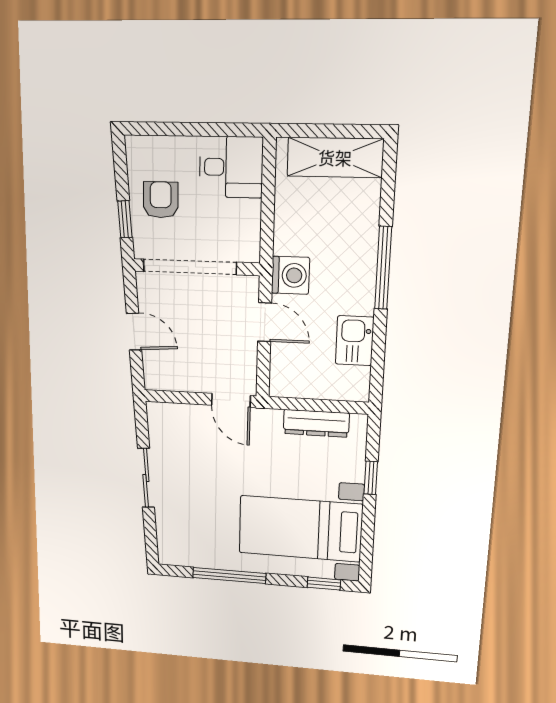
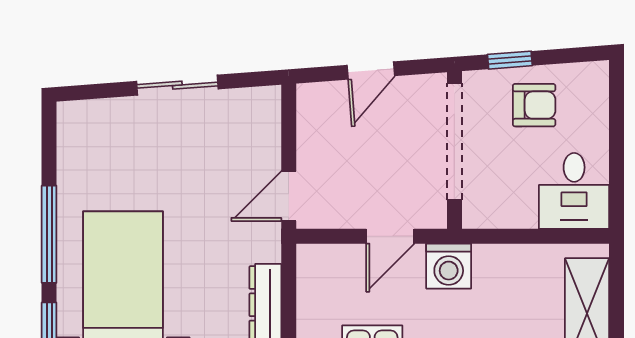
window: (229, 575) -> (49, 234), moved

